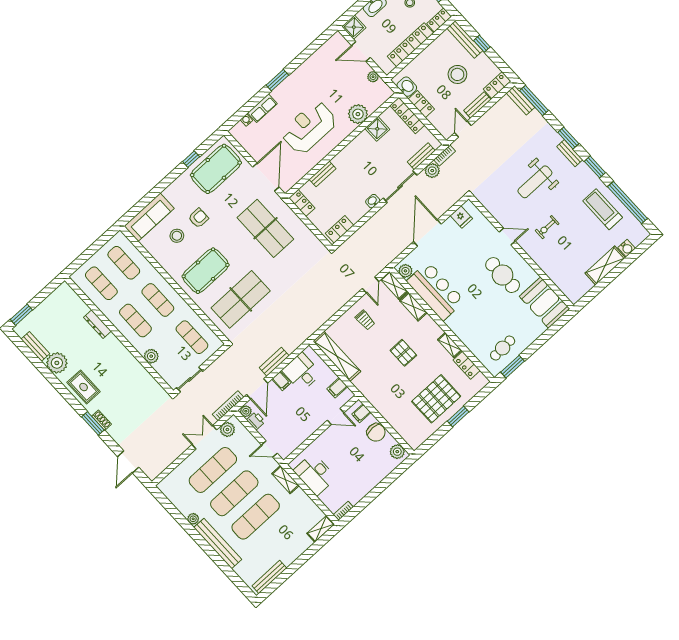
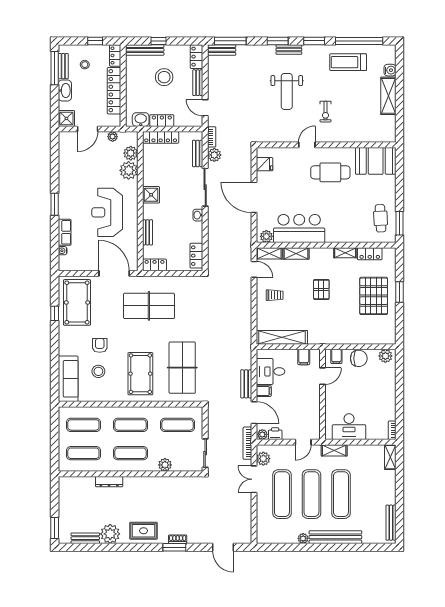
plant: (373, 103) -> (131, 153), added
shower: (377, 129) -> (151, 195), moved
pallet: (403, 353) -> (321, 289), turned 90

